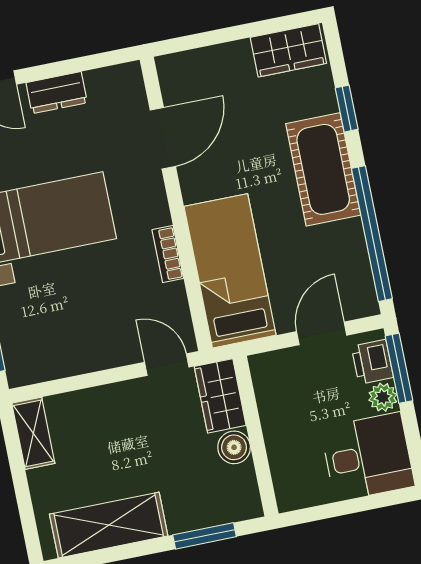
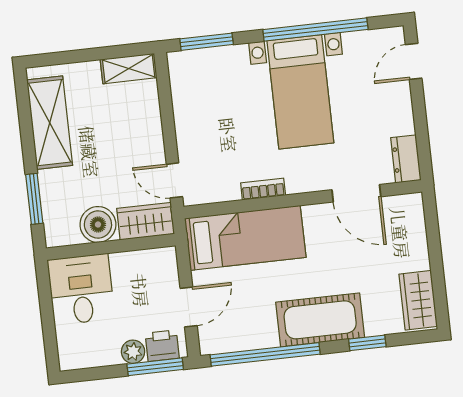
dresser: (57, 93) -> (406, 159), moved
door: (322, 333) -> (189, 307), hinge flipped
door: (167, 365) -> (174, 180), swing flipped
boiler: (234, 447) -> (98, 224), width x1.36, depth x1.36
desk: (368, 457) -> (81, 289), moved, turned 180

